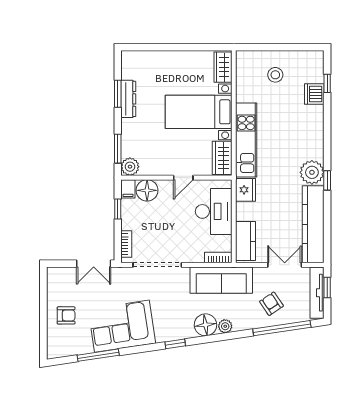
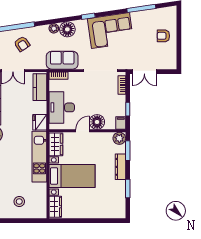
dresser: (128, 99) -> (120, 167), moved
floor lamp: (147, 190) -> (97, 122), moved
double door: (94, 264) -> (144, 72), swing flipped
sofa: (221, 280) -> (62, 60), width x0.73
corner sofa: (122, 326) -> (110, 31), moved

